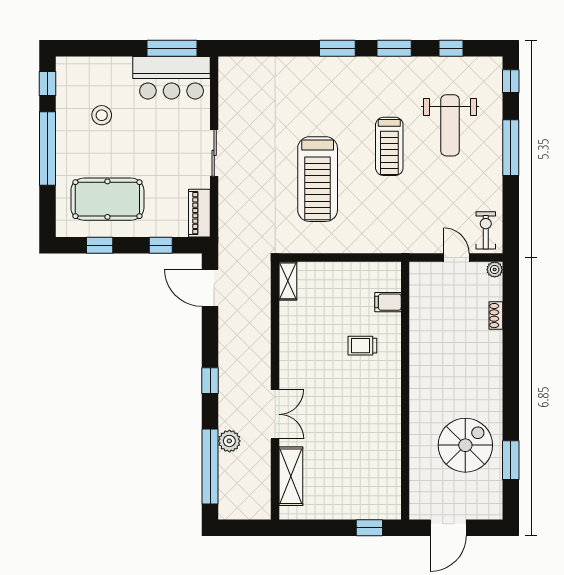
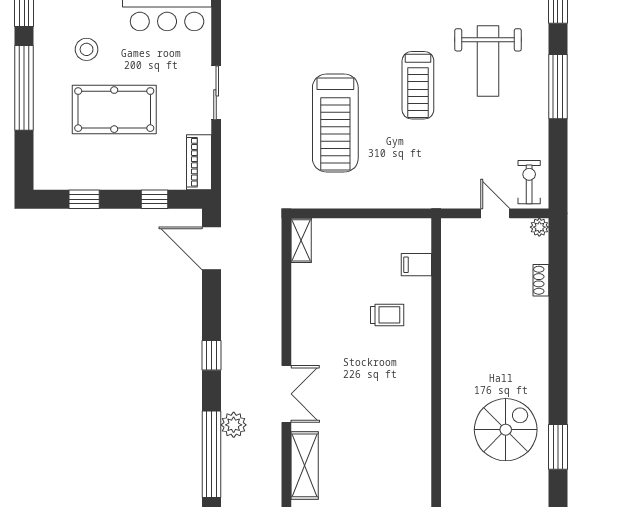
pool table: (107, 199) -> (114, 110), moved
trolley: (362, 346) -> (387, 315), turned 180

